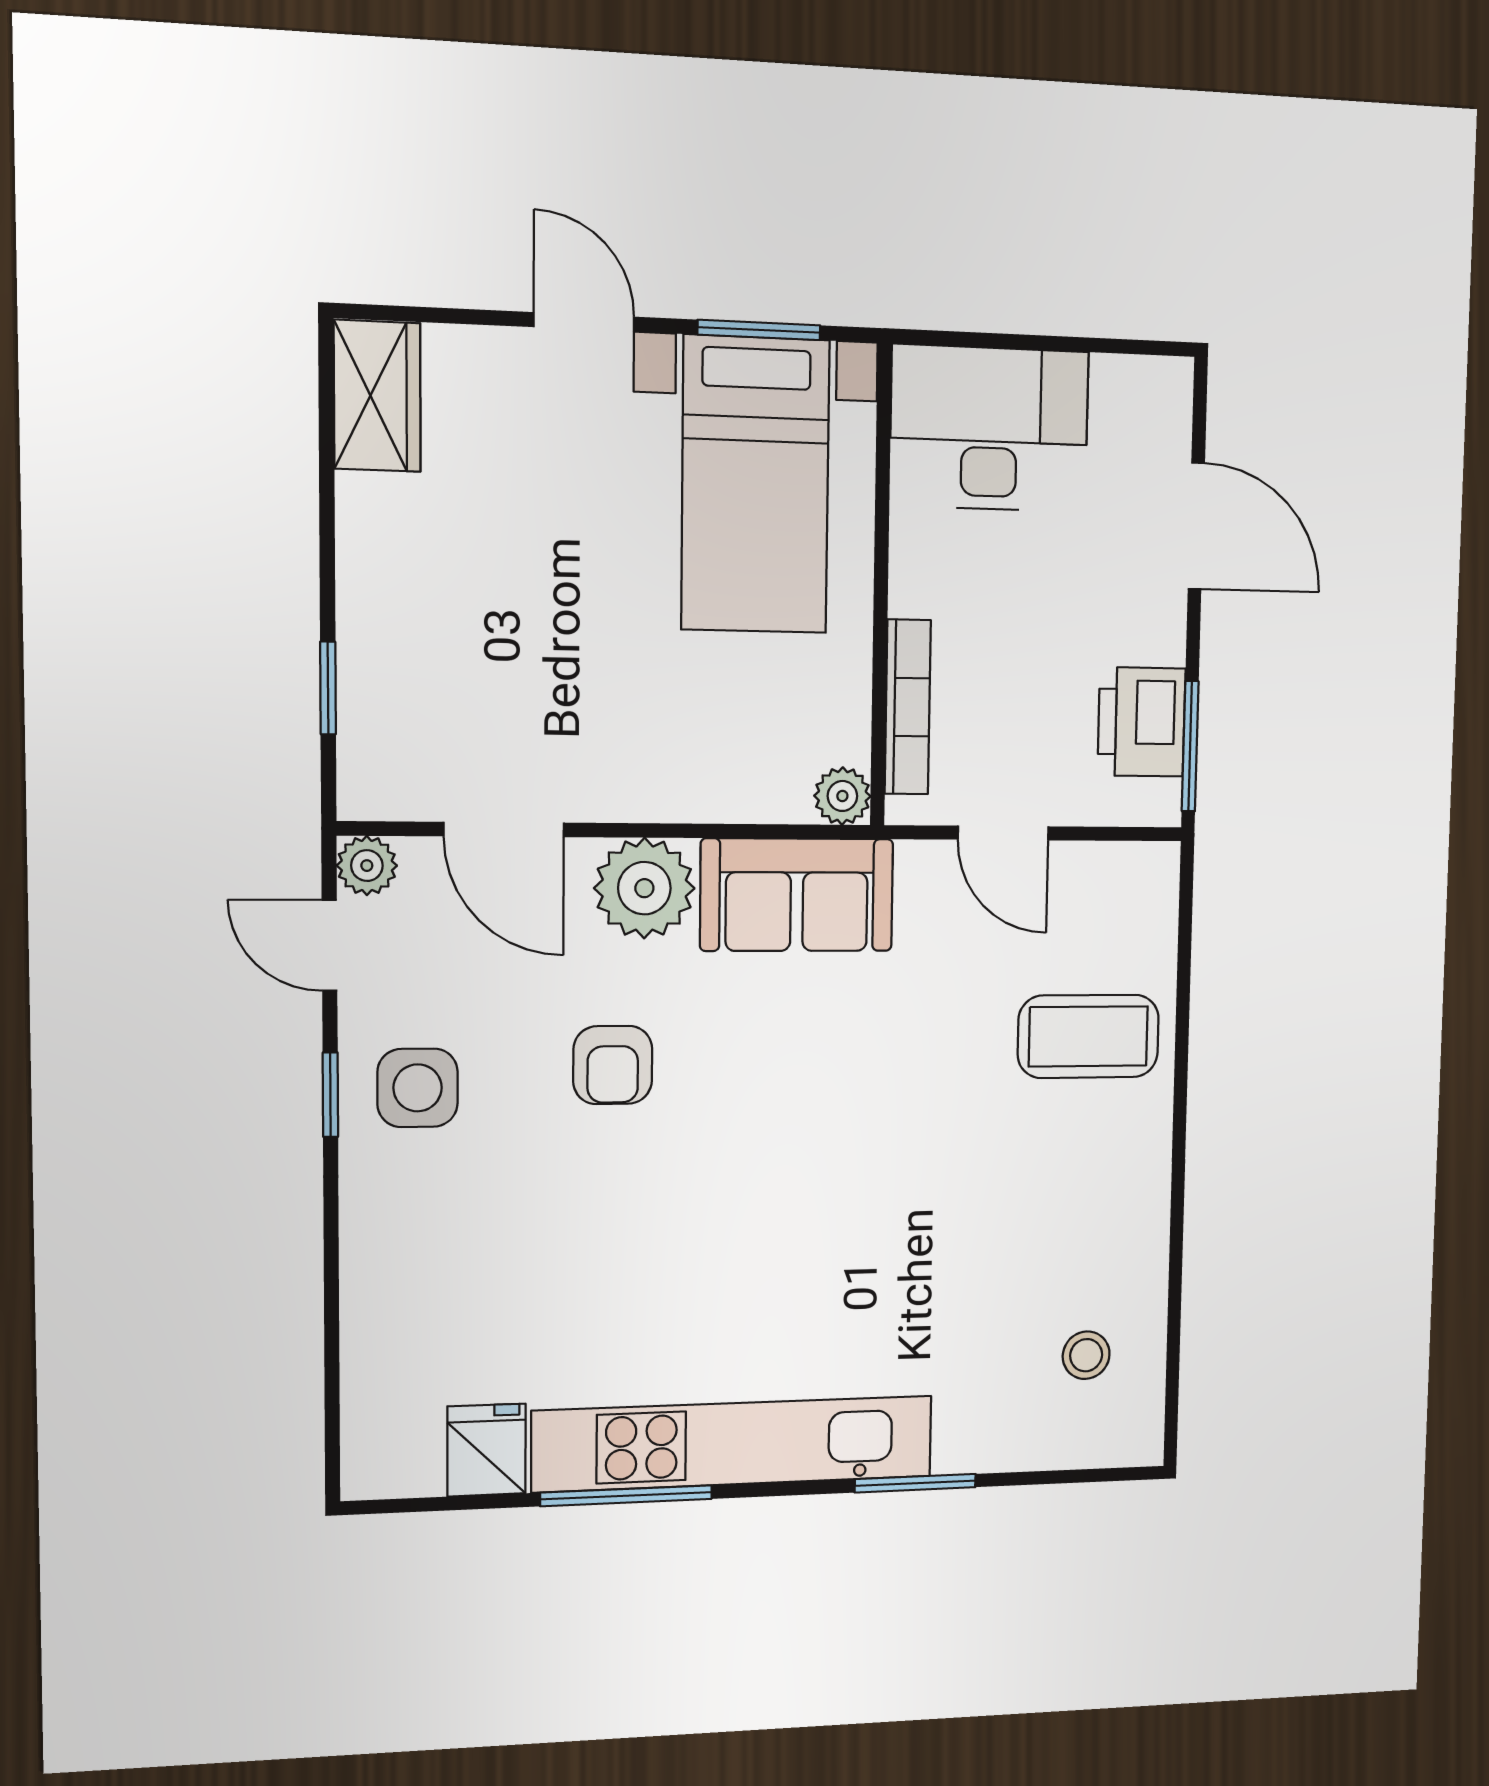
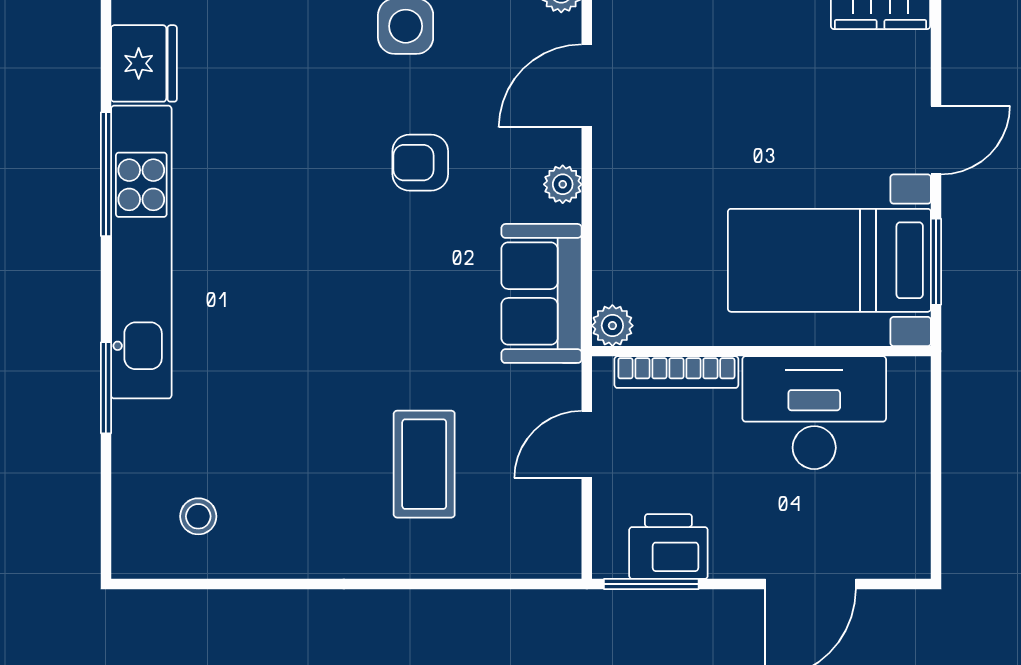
desk: (989, 429) -> (814, 413), moved, turned -90
plant: (644, 888) -> (563, 184), width x0.53, depth x0.53
coffee table: (1088, 1036) -> (424, 464), moved
fridge: (486, 1450) -> (144, 63), width x1.38

